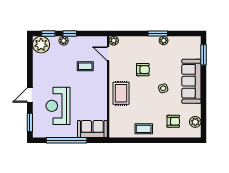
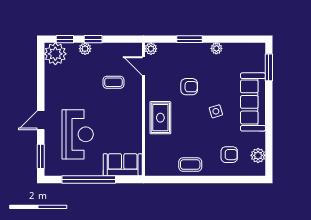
window: (158, 33) -> (190, 39), moved
reception desk: (58, 106) -> (78, 134), turned 180

